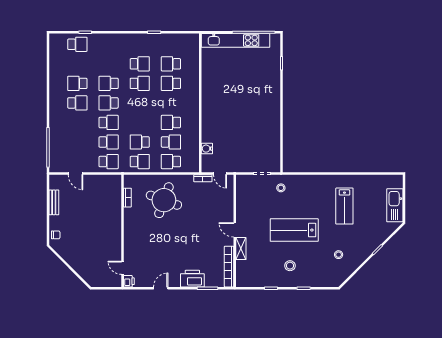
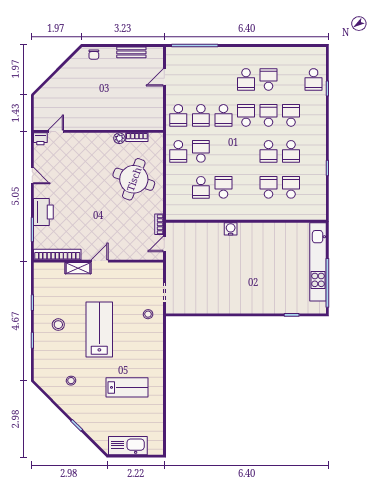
water cooler: (207, 149) -> (231, 229), moved
school desk: (171, 162) -> (291, 115), moved
lab bench: (344, 206) -> (127, 387), turned 180
plant: (128, 213) -> (119, 138), added

